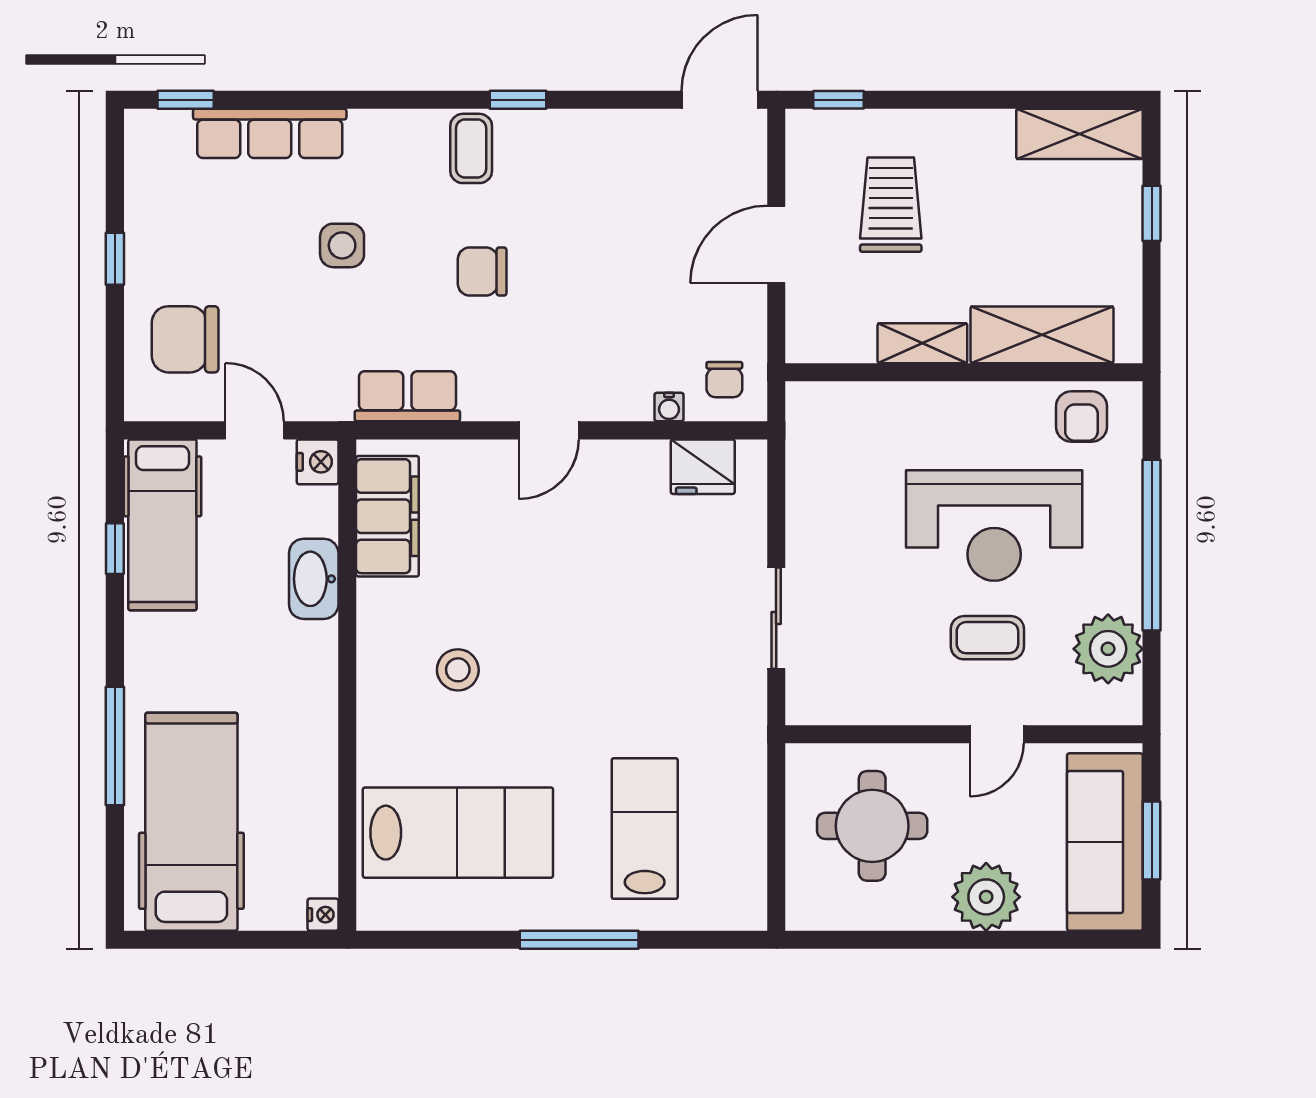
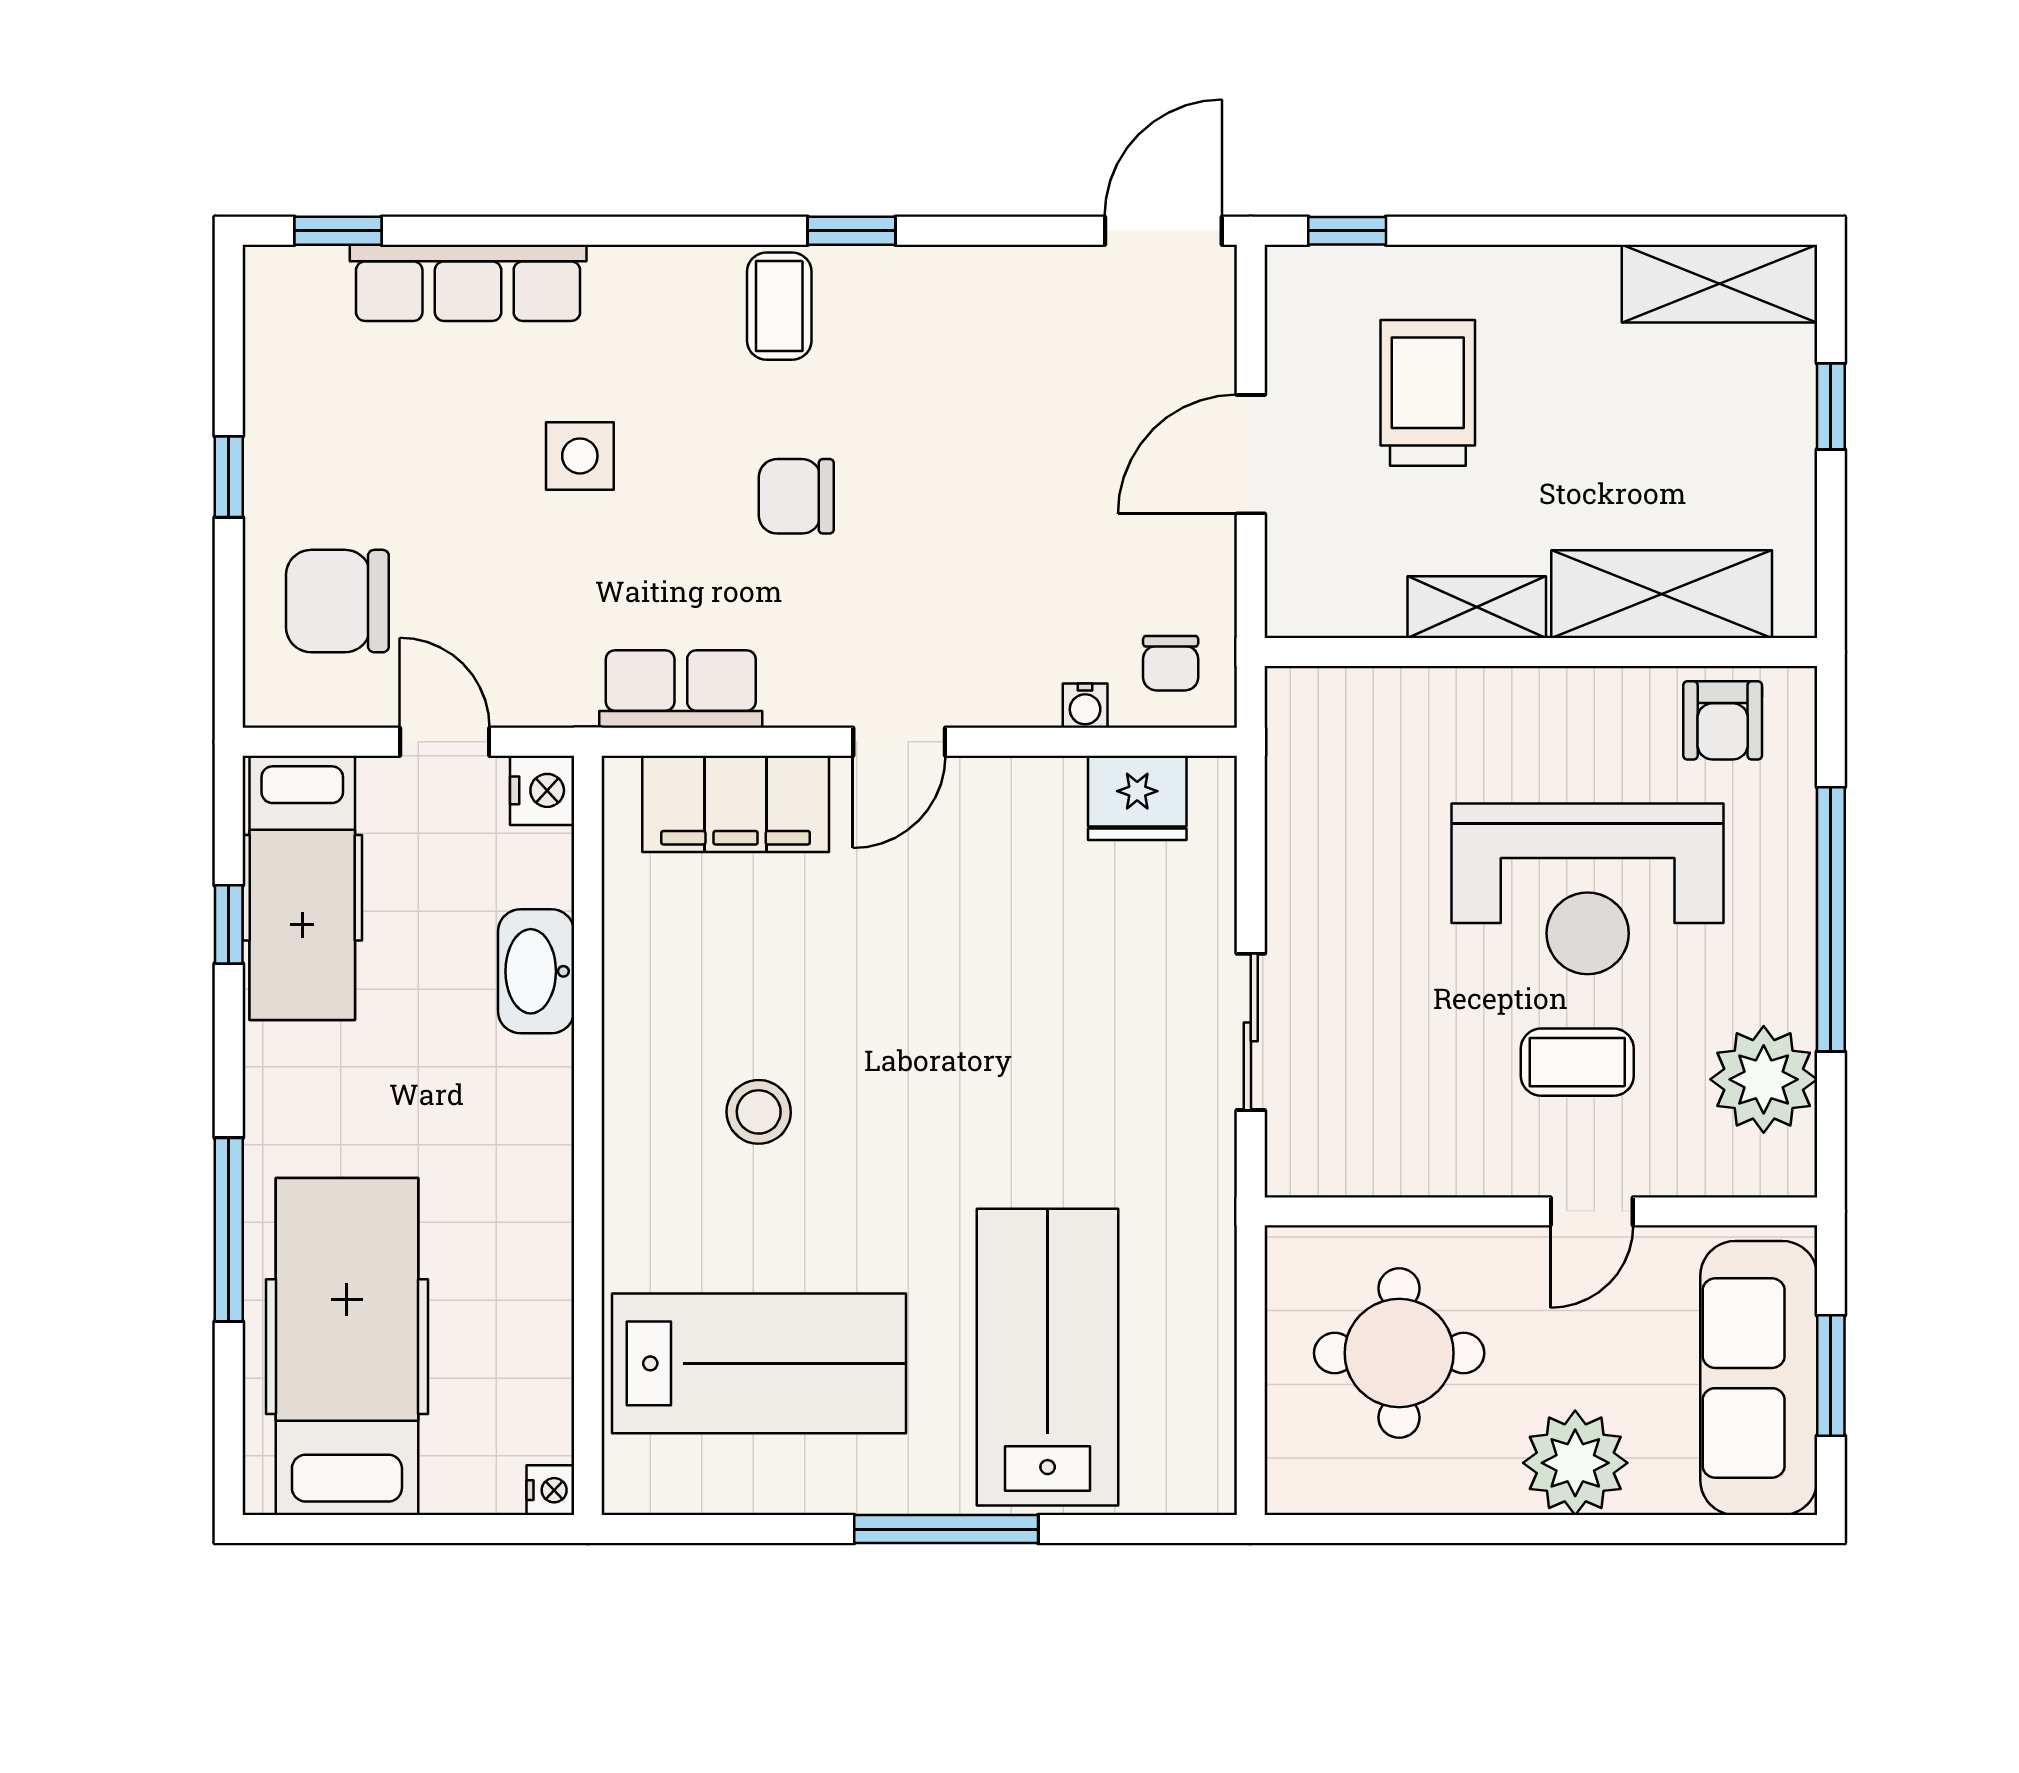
filing cabinet: (387, 516) -> (736, 804), moved, turned 90
lab bench: (645, 829) -> (1048, 1357), width x1.36, depth x1.39

